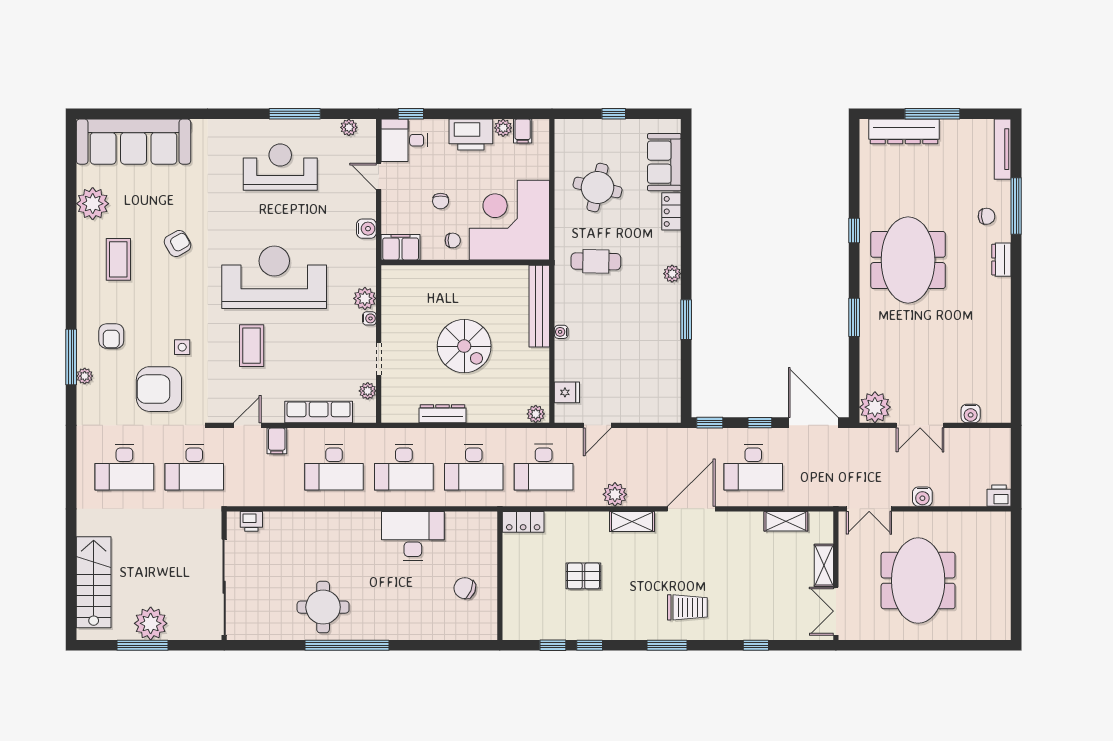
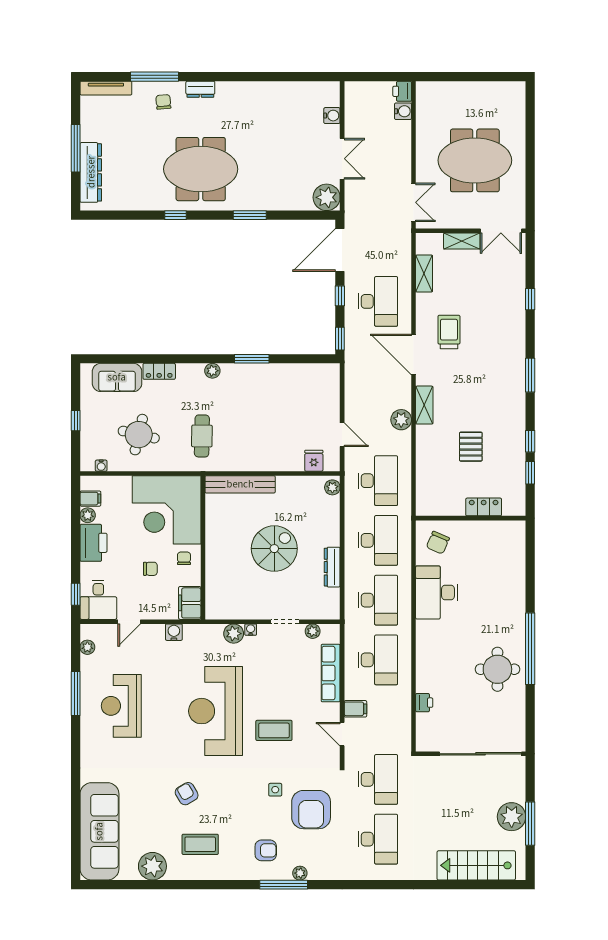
water cooler: (561, 332) -> (101, 466), moved
water cooler: (922, 497) -> (403, 111), moved
printer: (251, 521) -> (424, 703), moved
locker: (523, 522) -> (484, 507), moved, turned -90
chair: (465, 588) -> (438, 543), moved
trolley: (687, 607) -> (449, 332), moved

